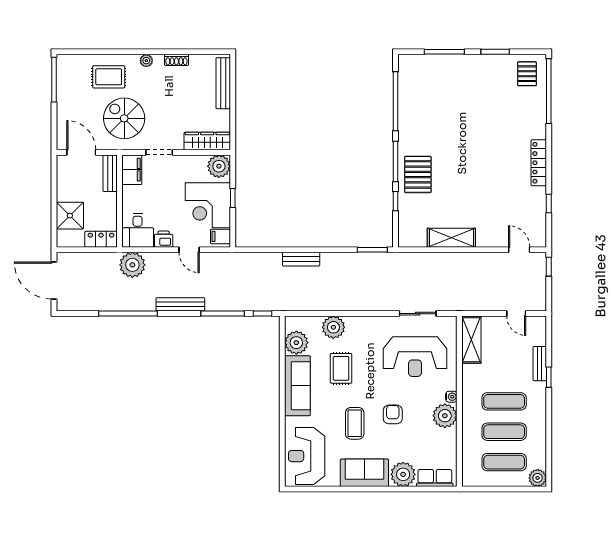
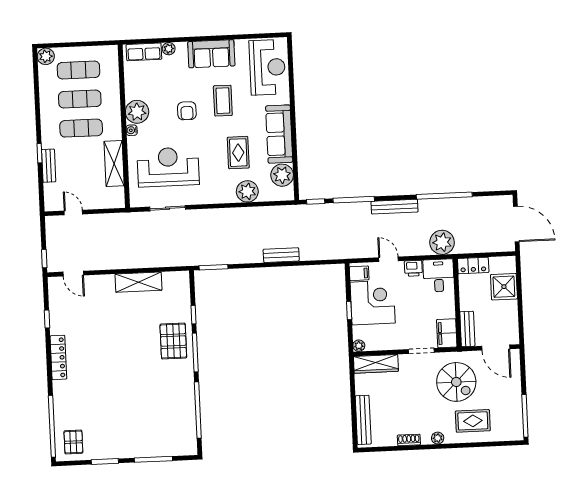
plant: (219, 166) -> (359, 346), width x0.53, depth x0.53
shelving: (471, 340) -> (114, 164), moved
plant: (403, 474) -> (169, 49), width x0.53, depth x0.53

